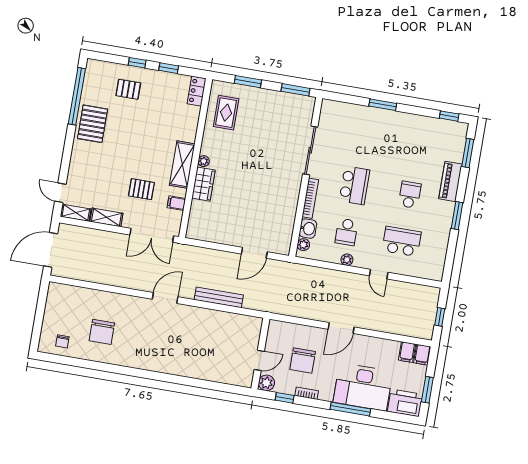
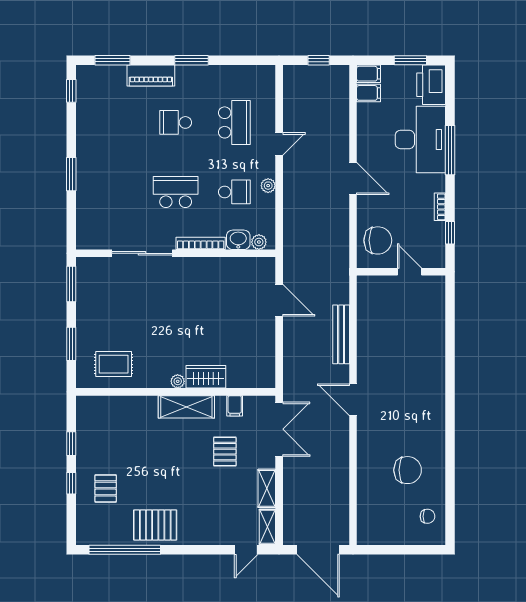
locker: (197, 91) -> (94, 404), removed
school desk: (402, 241) -> (234, 122), turned 180
chair: (303, 361) -> (378, 240), moved
plant: (266, 383) -> (436, 258), removed

